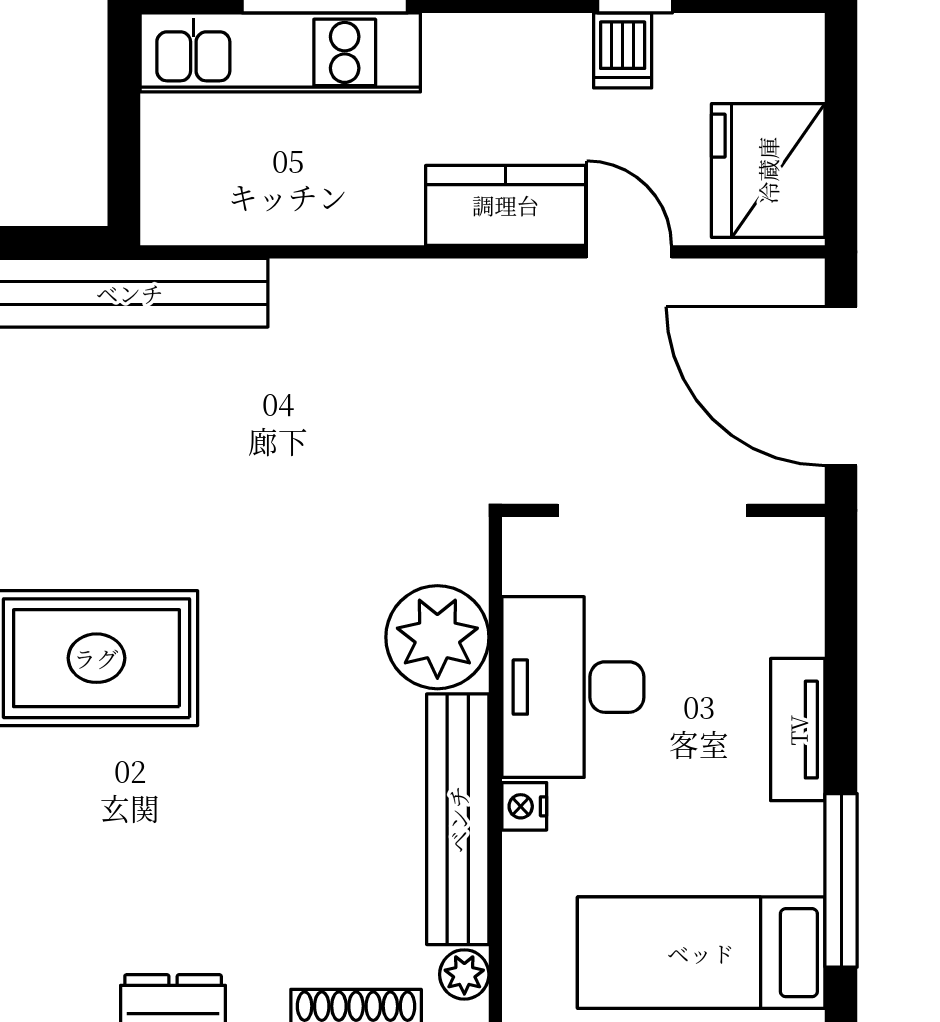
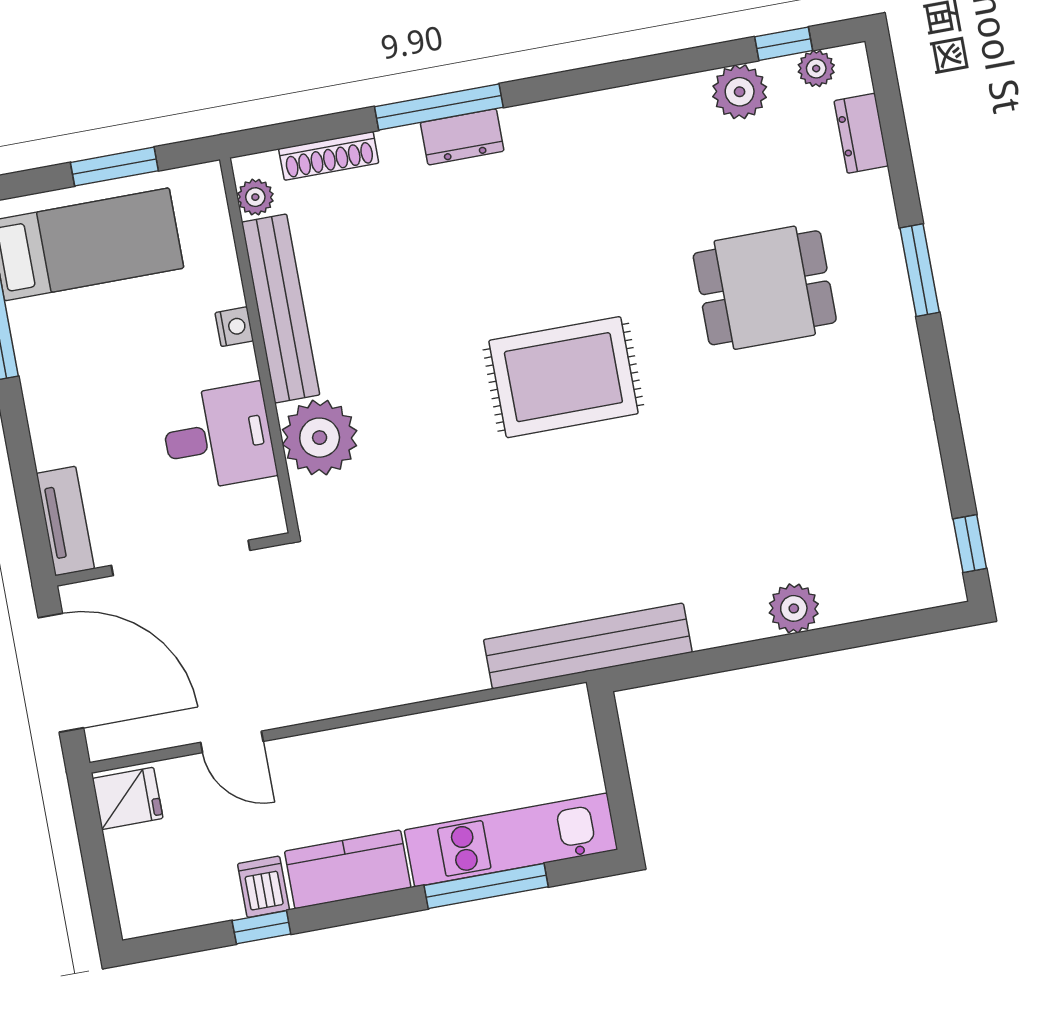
fridge: (768, 170) -> (128, 798), width x0.53, depth x0.75
kitchen counter: (506, 205) -> (348, 869), moved, turned 180
desk: (573, 687) -> (218, 437), width x0.73
tv unit: (798, 730) -> (65, 521), moved

